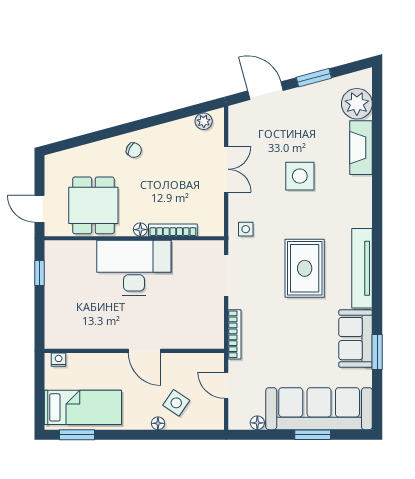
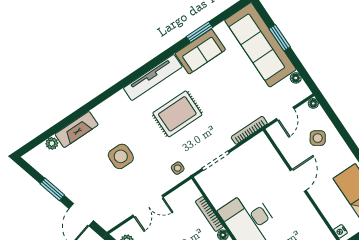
plant: (357, 104) -> (52, 143), width x0.53, depth x0.53
double door: (226, 169) -> (148, 206), swing flipped
floor lamp: (158, 423) -> (313, 103), moved

